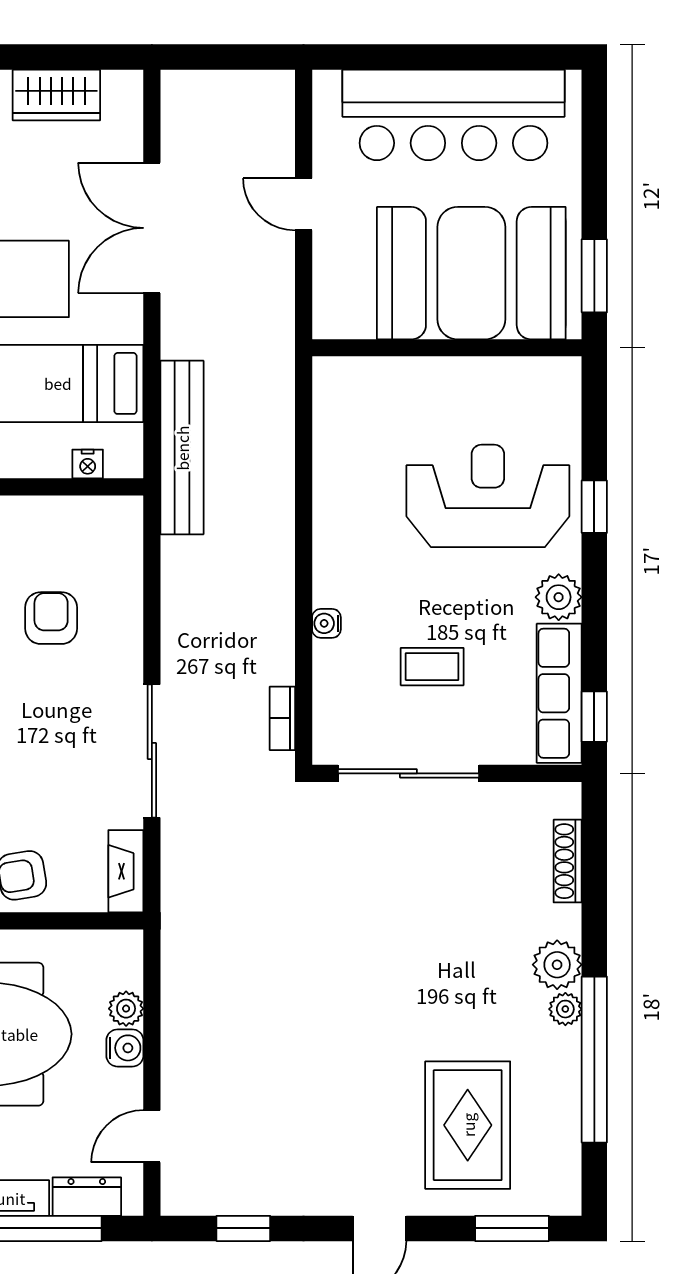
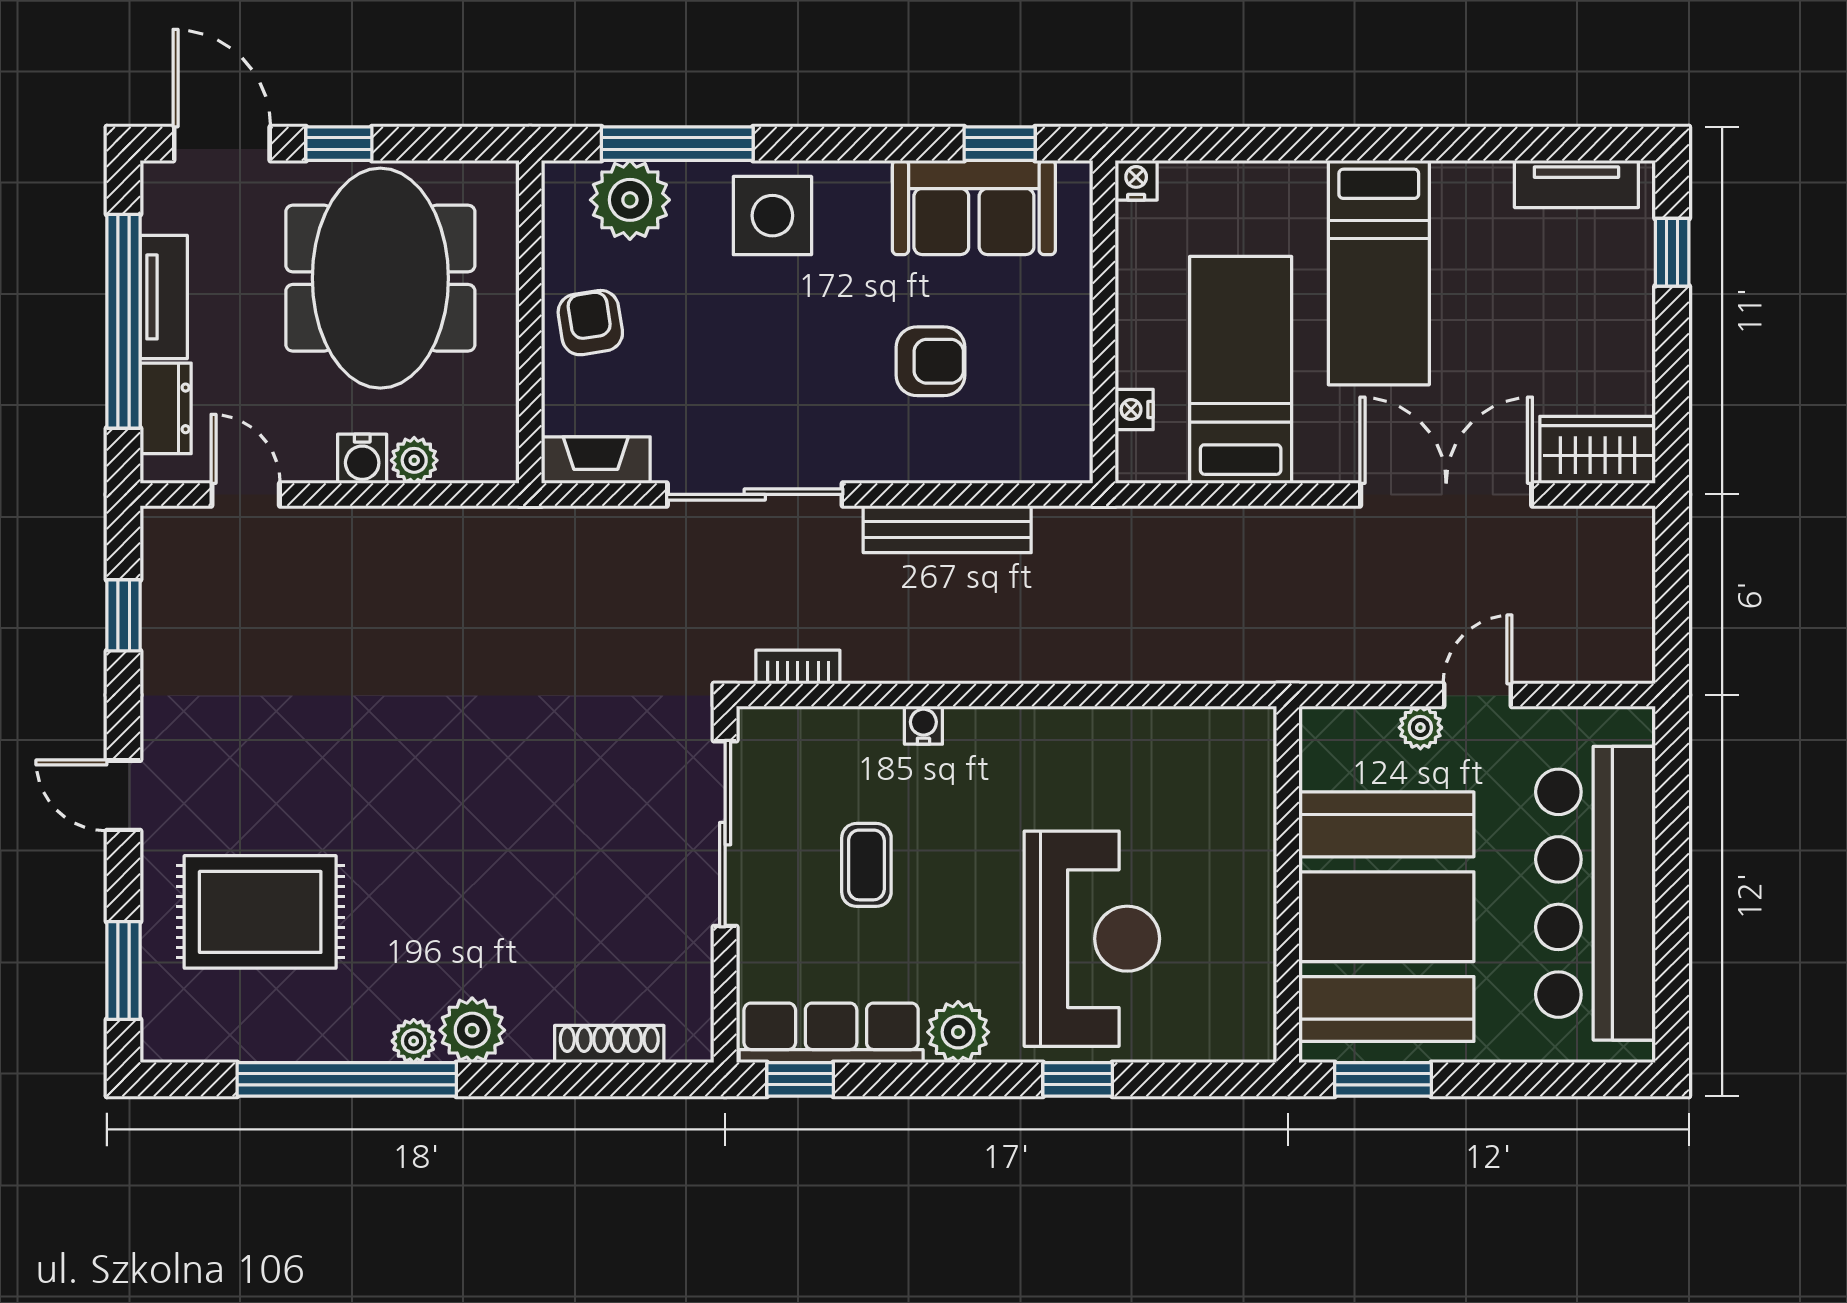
wardrobe: (56, 95) -> (1598, 450), moved, turned 90
plant: (328, 247) -> (1420, 728), added
bench: (182, 448) -> (947, 529), moved, width x0.73, depth x0.82

